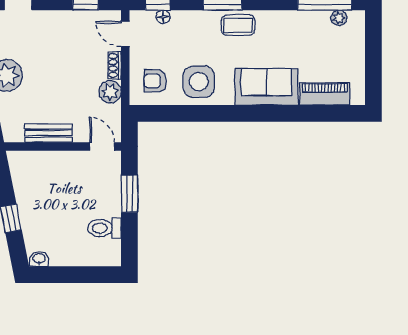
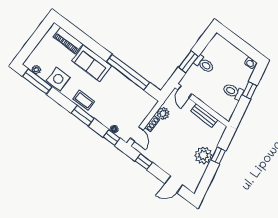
armchair: (155, 81) -> (139, 103), removed
side table: (199, 82) -> (58, 79), moved
window: (205, 113) -> (128, 72), added
toilet: (33, 199) -> (233, 92), added
toilet: (104, 228) -> (204, 64), moved

